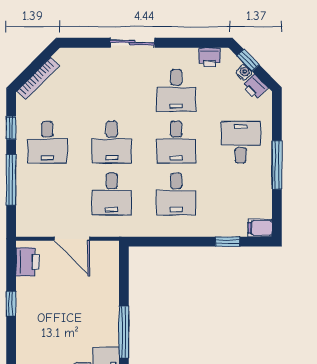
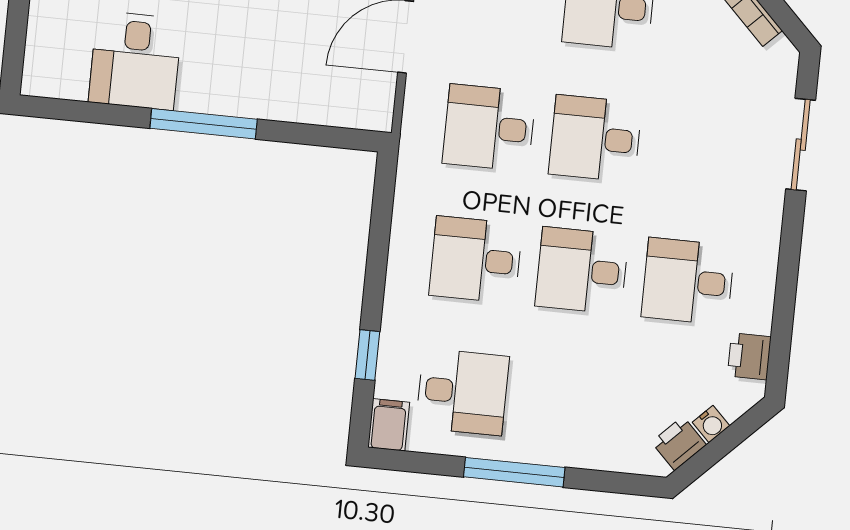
sliding door: (132, 43) -> (801, 145), moved
window: (248, 60) -> (735, 435), removed
desk: (241, 142) -> (462, 392), moved

